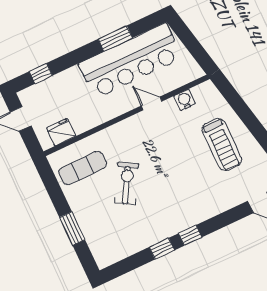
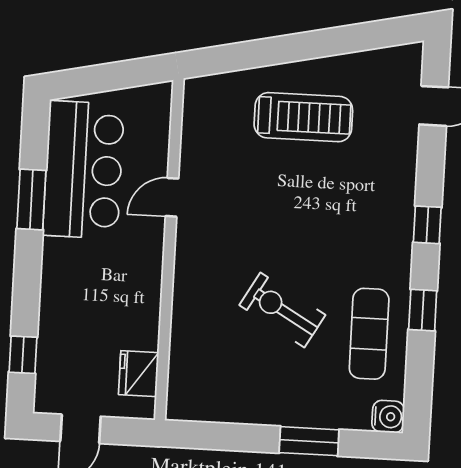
bar counter: (130, 61) -> (83, 170), width x0.73
water cooler: (185, 100) -> (388, 417), moved, turned 180
exercise mat: (83, 168) -> (369, 334), moved
window: (190, 235) -> (427, 225), moved

